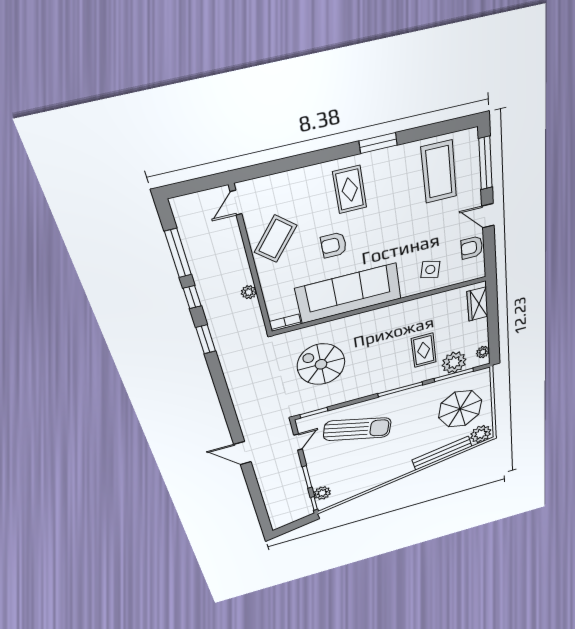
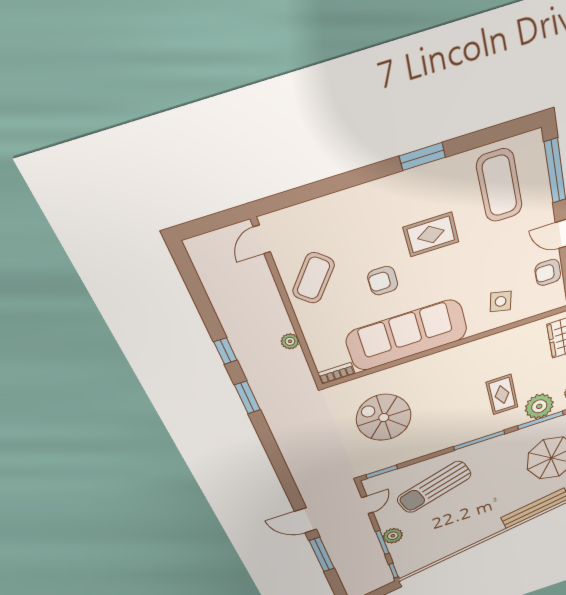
rug: (350, 190) -> (431, 235), moved, turned 90
window: (178, 253) -> (322, 555), moved
sun lounger: (357, 429) -> (434, 487), turned 148
plant: (322, 493) -> (393, 536), moved

